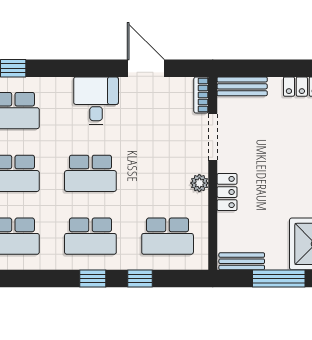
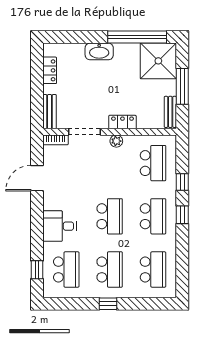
desk: (96, 101) -> (59, 226), moved

